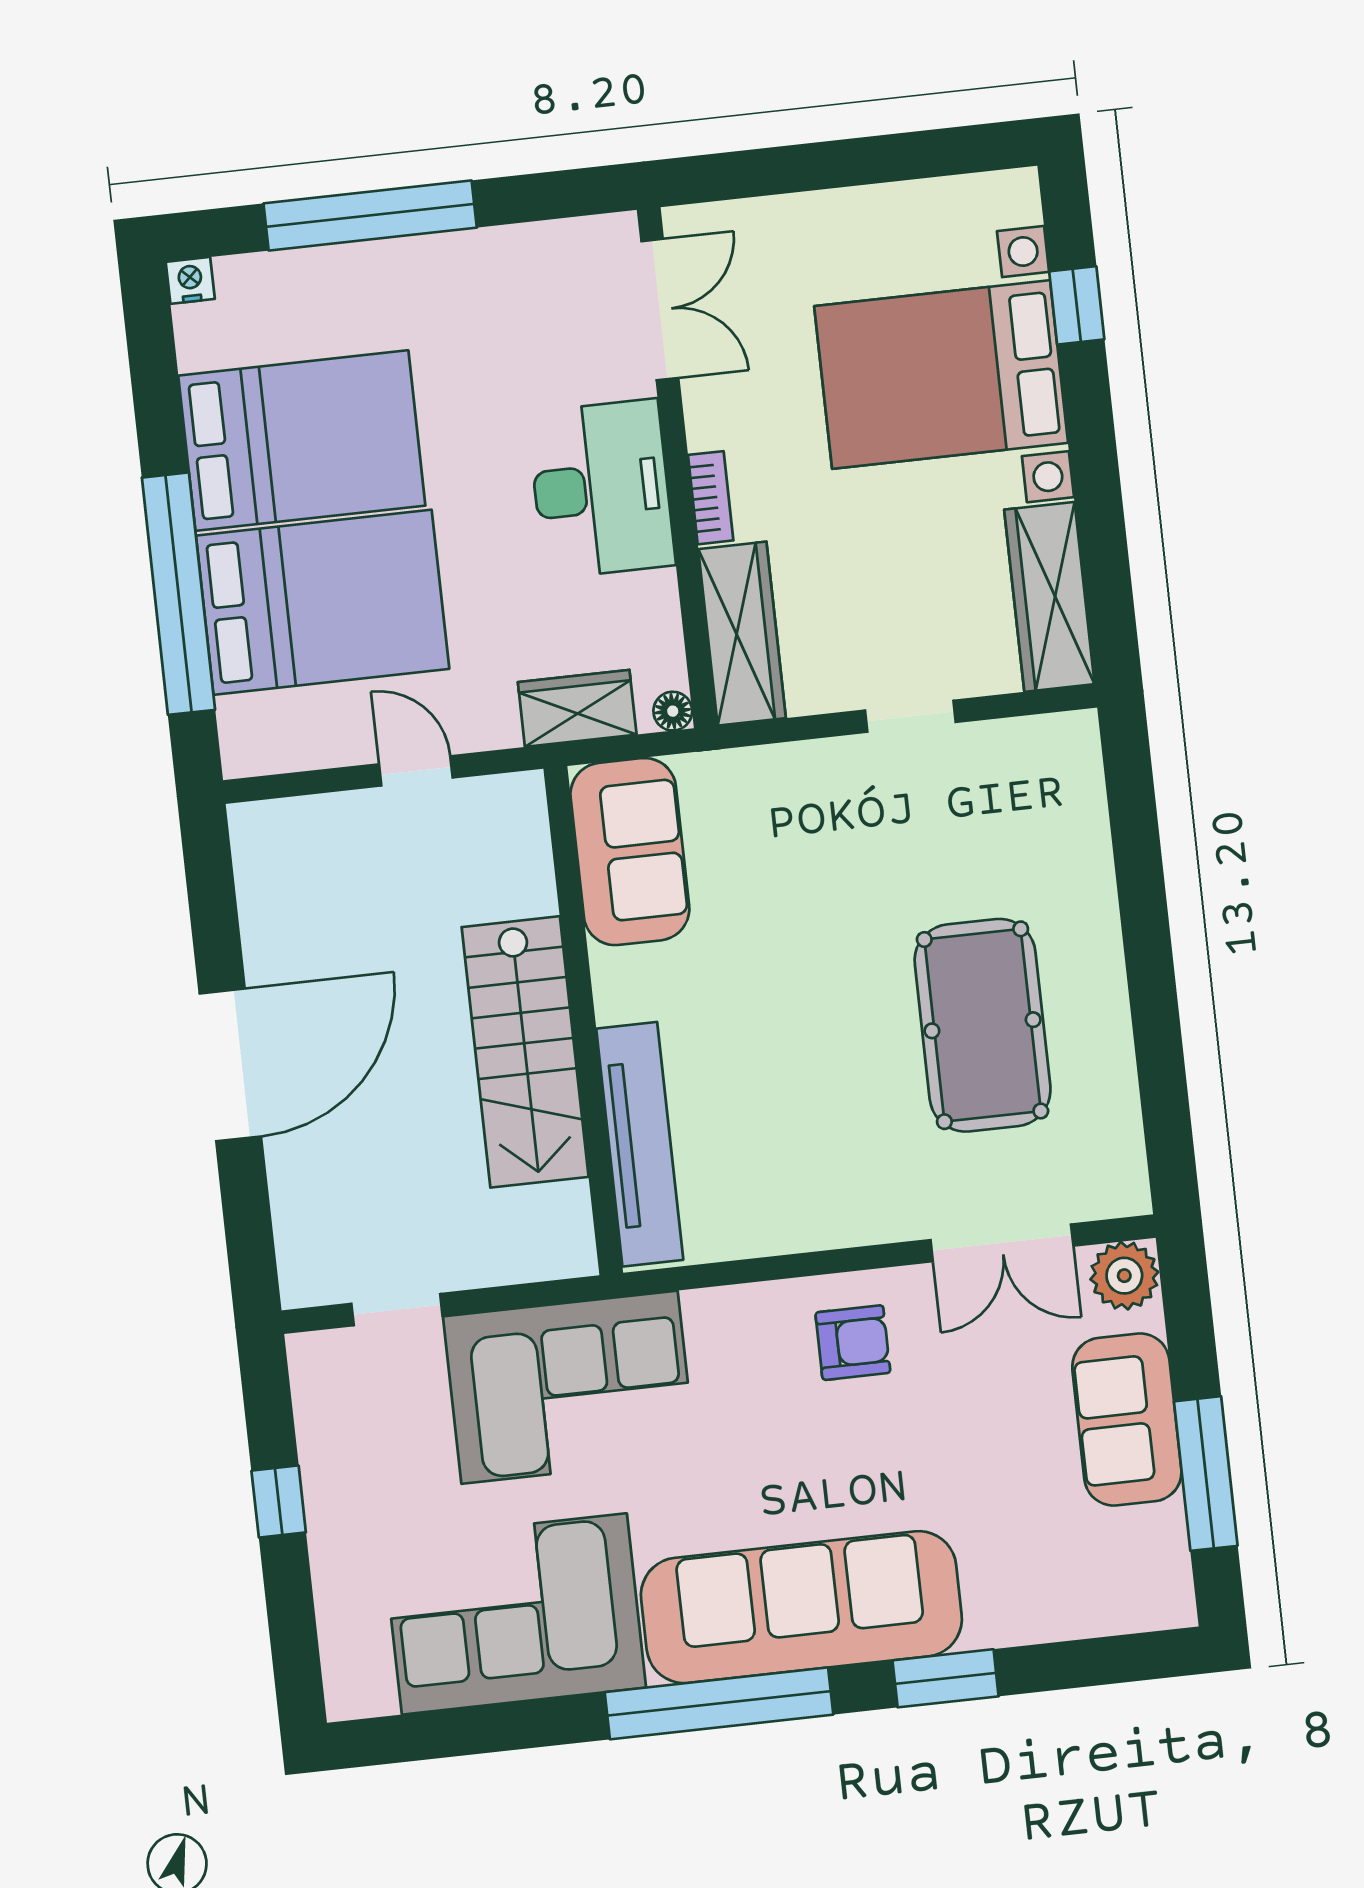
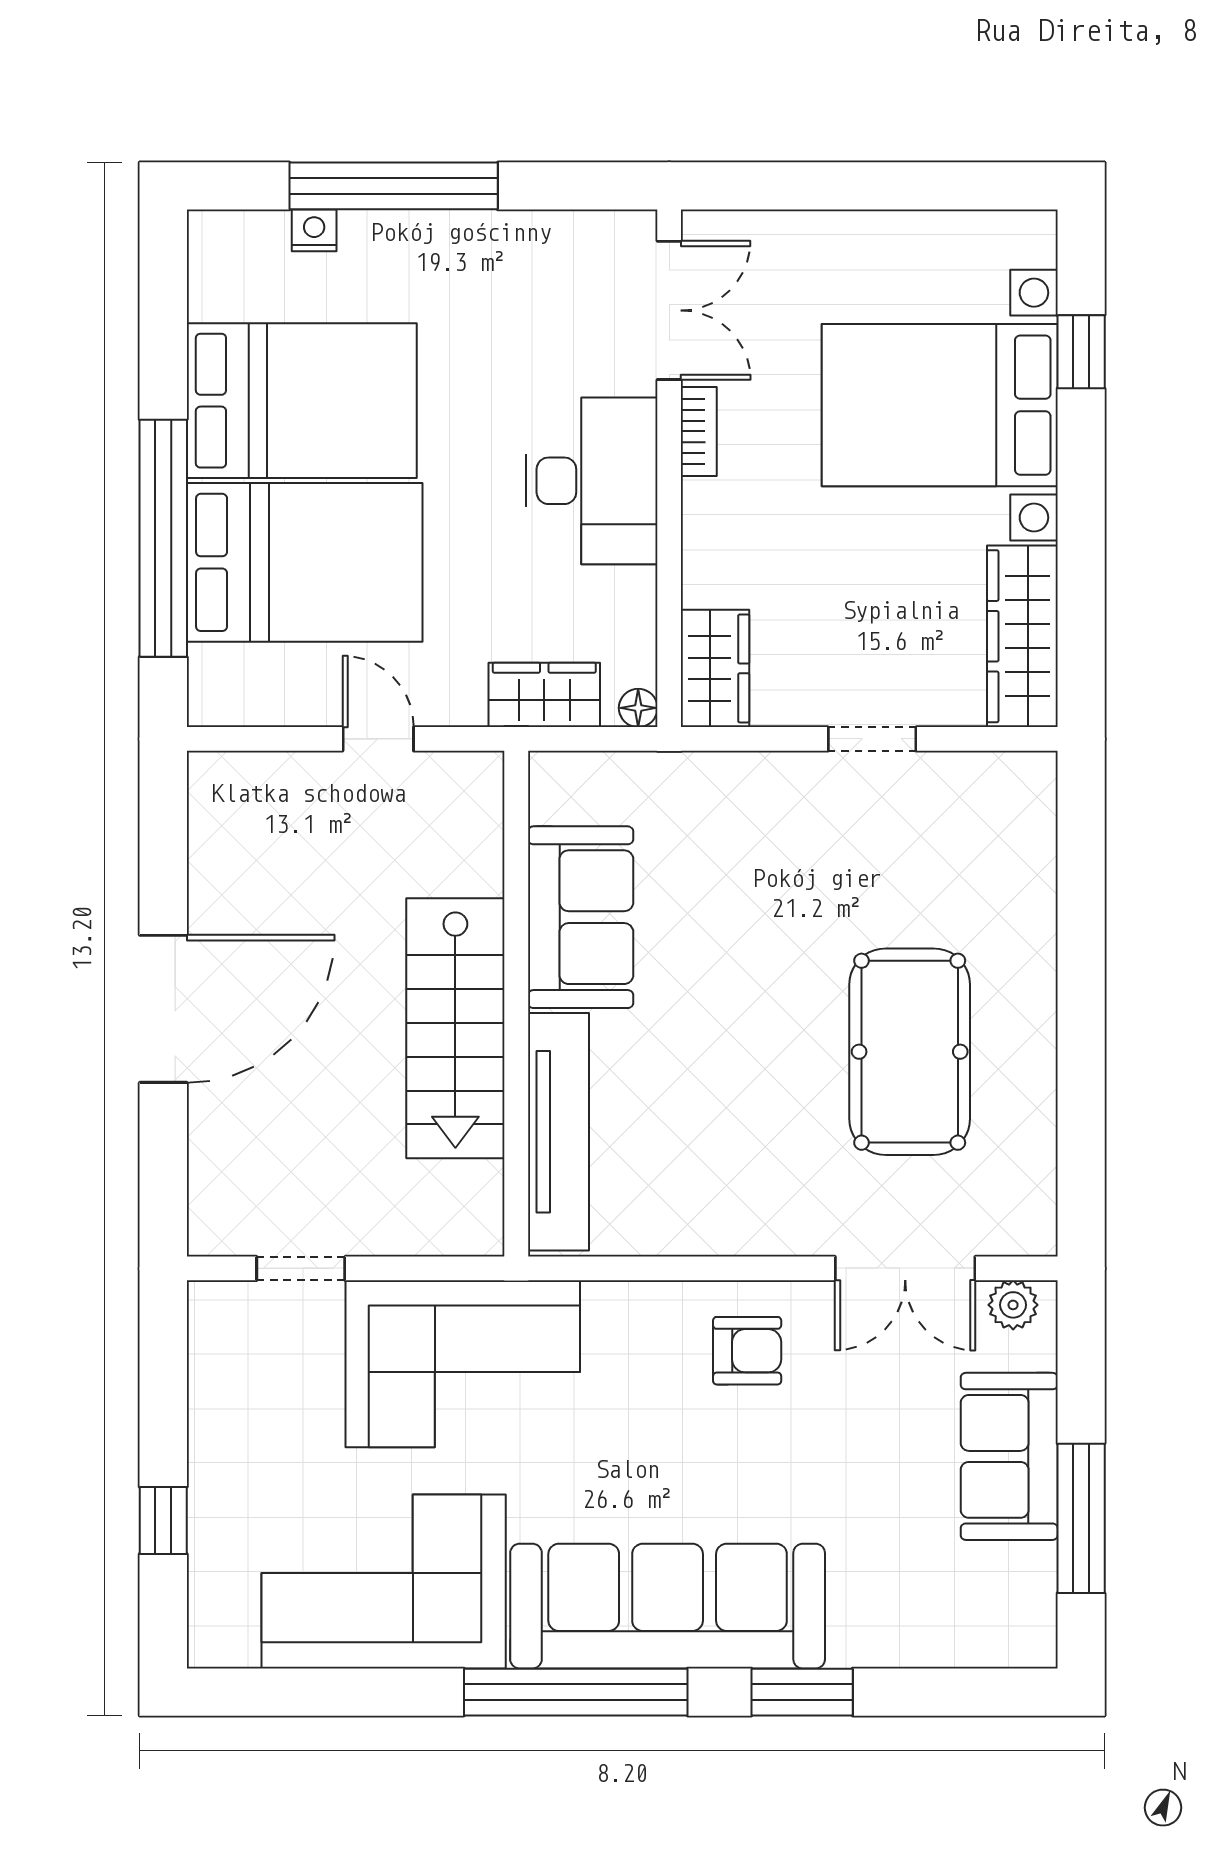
nightstand: (190, 280) -> (314, 230), moved
bookcase: (711, 498) -> (699, 431), moved
wardrobe: (742, 634) -> (715, 668), width x0.67
sofa: (630, 852) -> (581, 917), moved
plant: (1124, 1276) -> (1013, 1305), width x0.73, depth x0.73
window: (279, 1502) -> (163, 1520), moved

